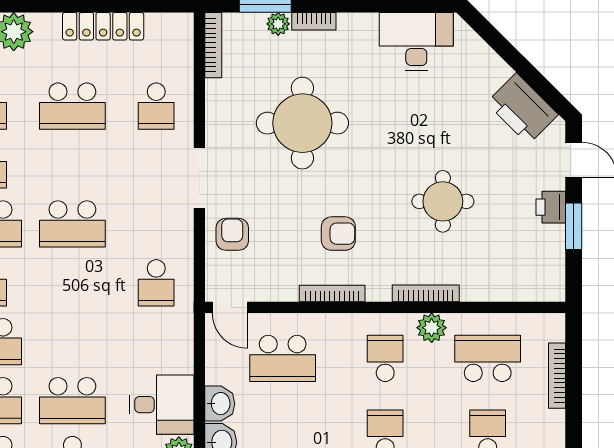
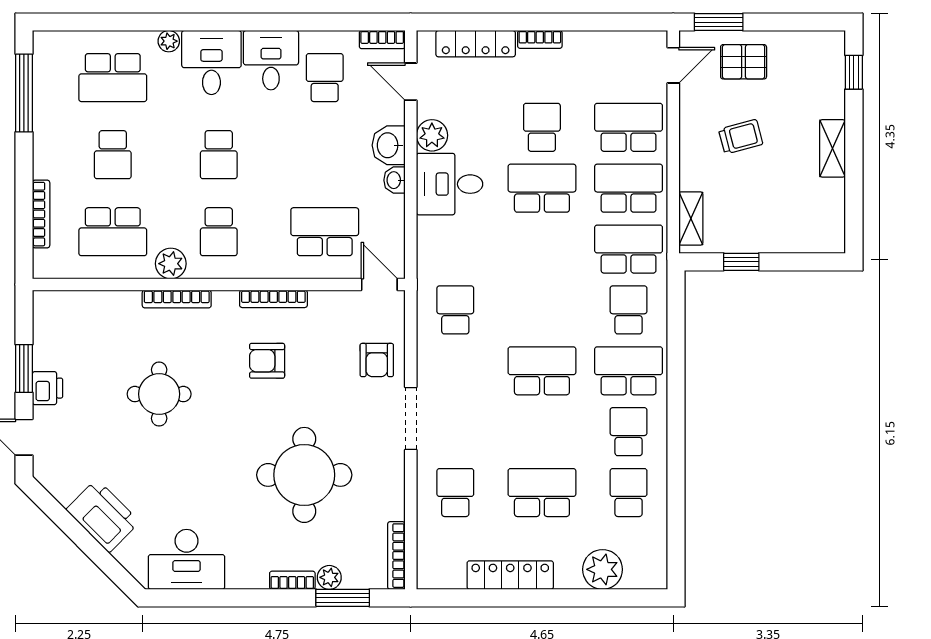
printer: (522, 109) -> (103, 516), moved
washbasin: (220, 404) -> (394, 180), width x0.72, depth x0.69

